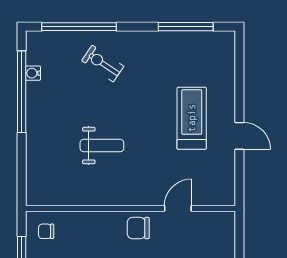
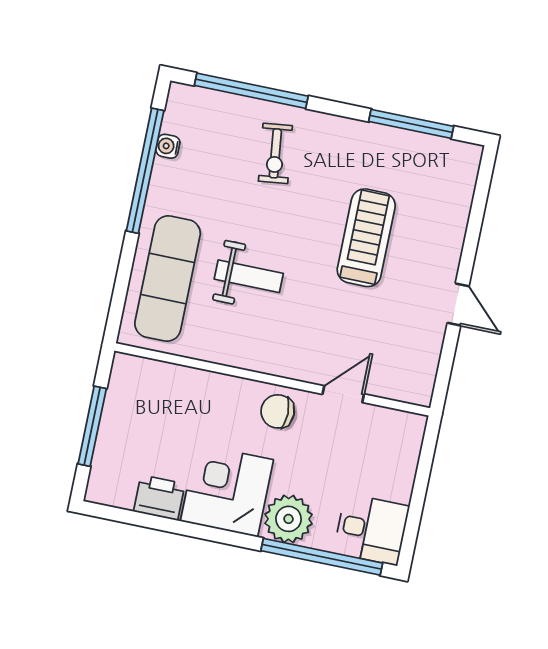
exercise bike: (103, 63) -> (275, 153), turned -131
treadmill: (192, 118) -> (366, 238), moved
exercise mat: (50, 158) -> (168, 278), added
chair: (46, 231) -> (138, 388), removed

